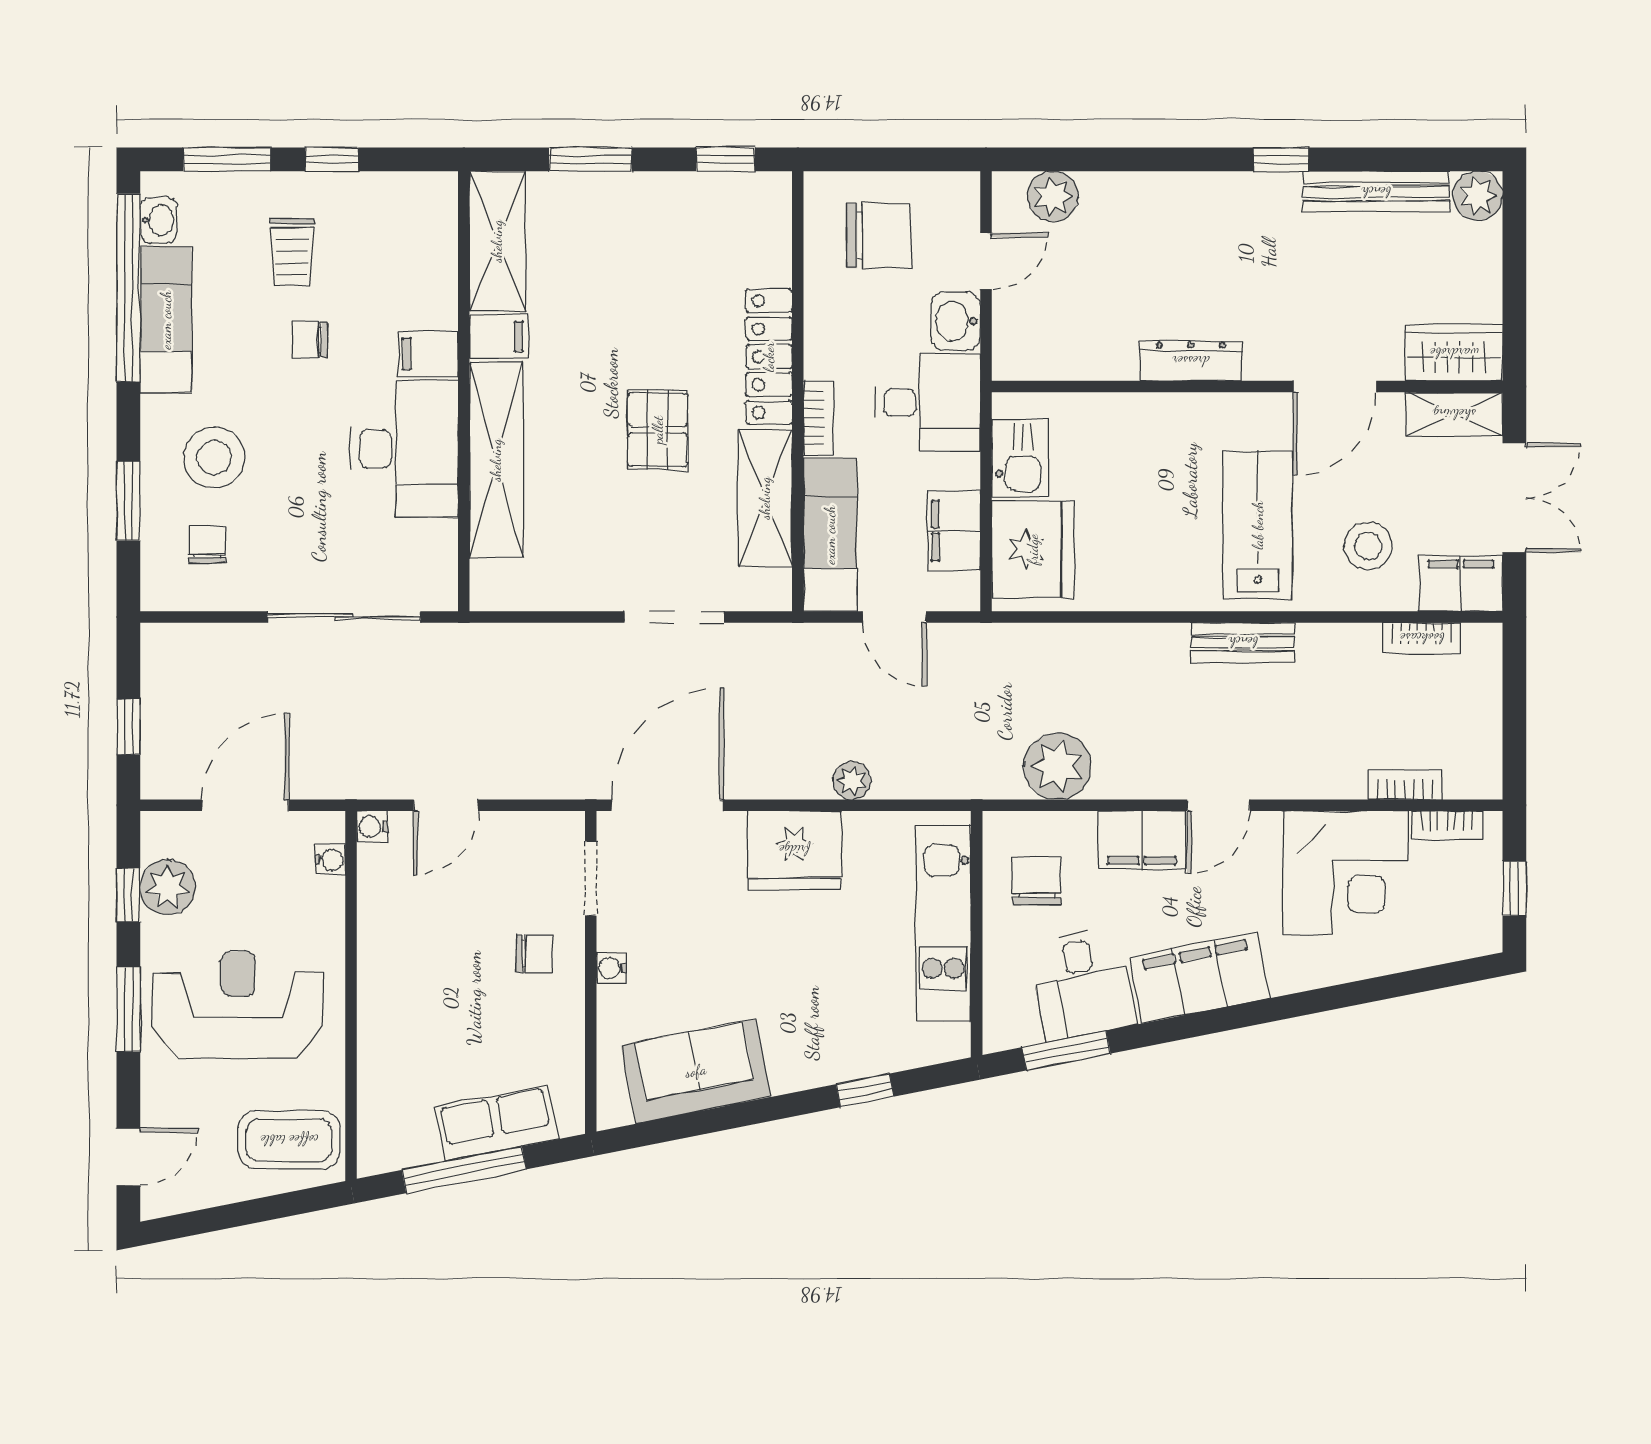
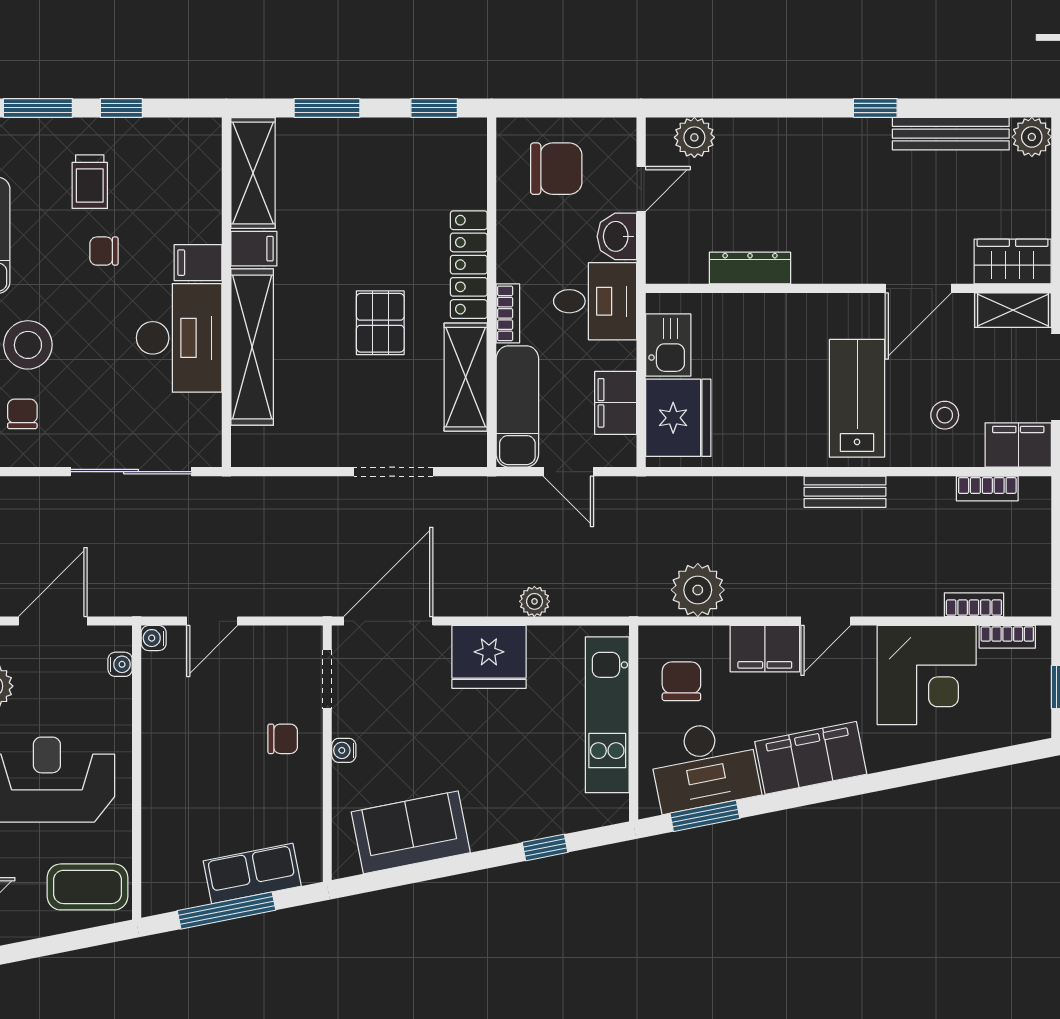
dresser: (1191, 361) -> (750, 268), moved
stool: (1368, 546) -> (945, 415), width x0.73, depth x0.73
desk: (1083, 984) -> (704, 765), width x1.37

